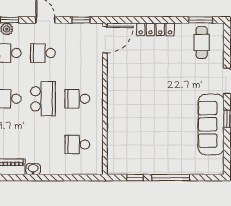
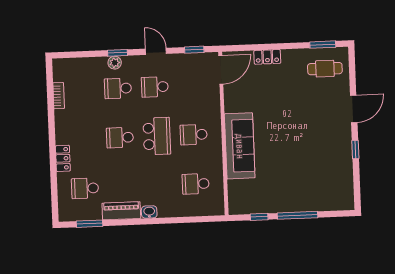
locker: (155, 29) -> (267, 57), width x0.66
cafe table: (202, 42) -> (325, 69), turned 90
sofa: (211, 124) -> (240, 146), moved, turned 180

